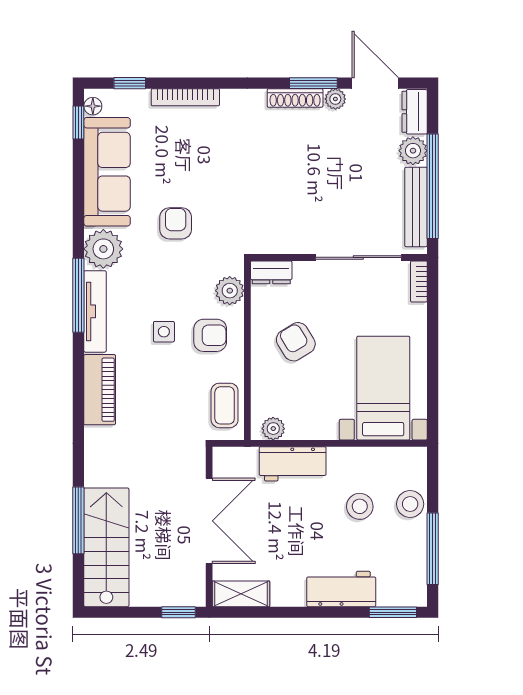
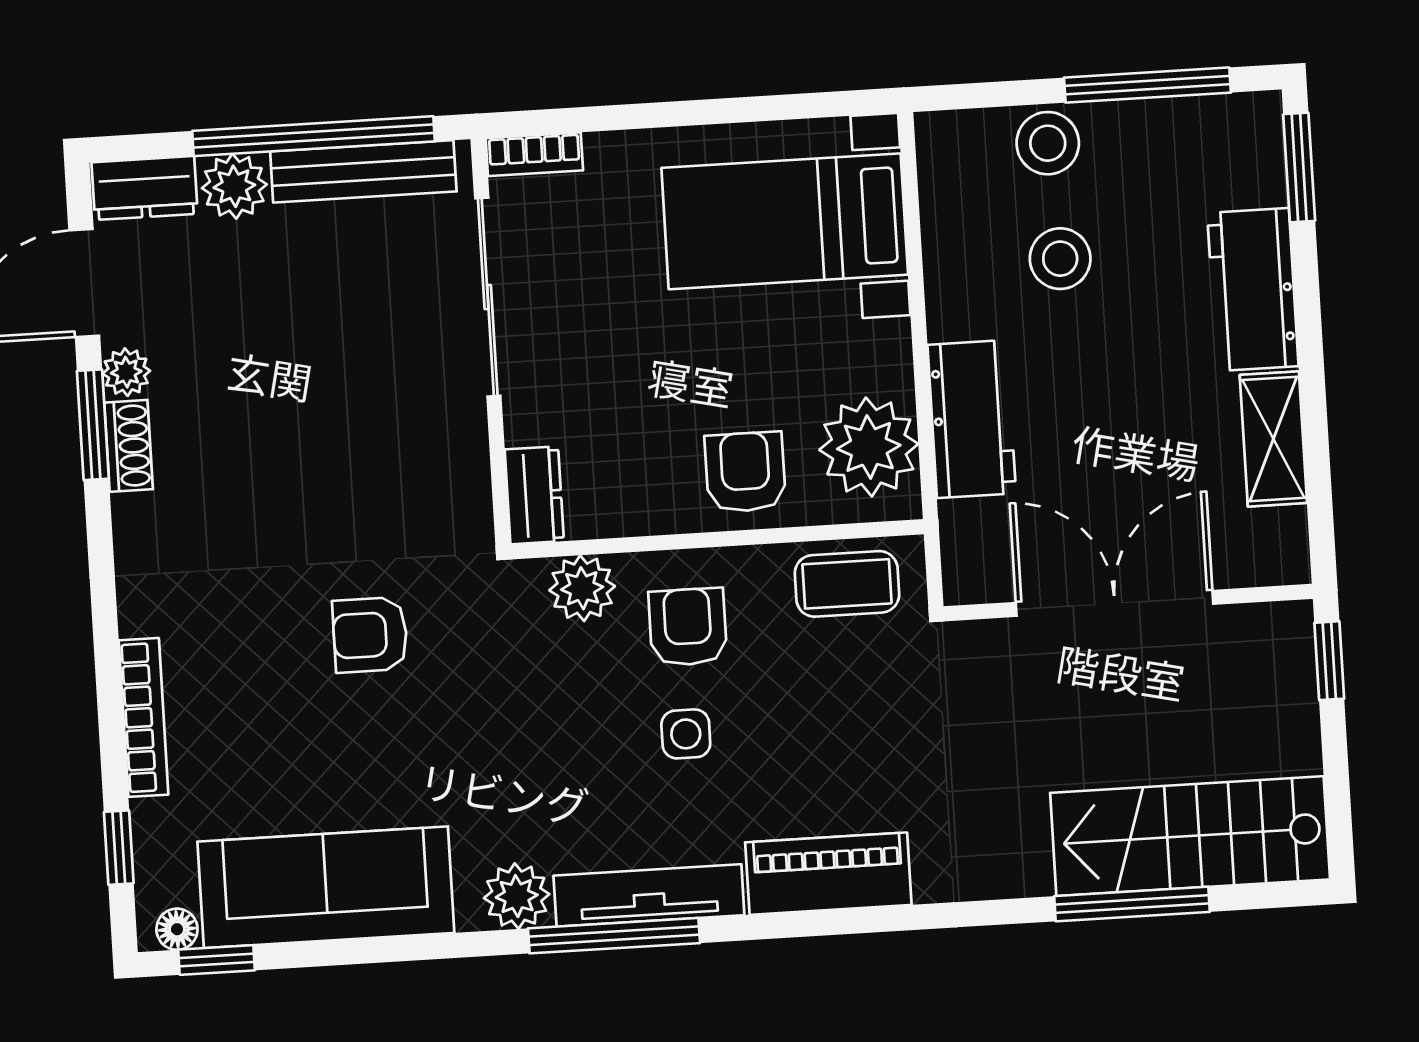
shoe rack: (295, 98) -> (129, 446), width x0.70
armchair: (176, 223) -> (370, 635), moved
plant: (103, 249) -> (517, 896), width x0.73, depth x0.73
armchair: (296, 342) -> (745, 472), moved, turned 121
plant: (273, 429) -> (869, 447), width x1.88, depth x1.88
shelving: (241, 594) -> (1273, 439), moved

